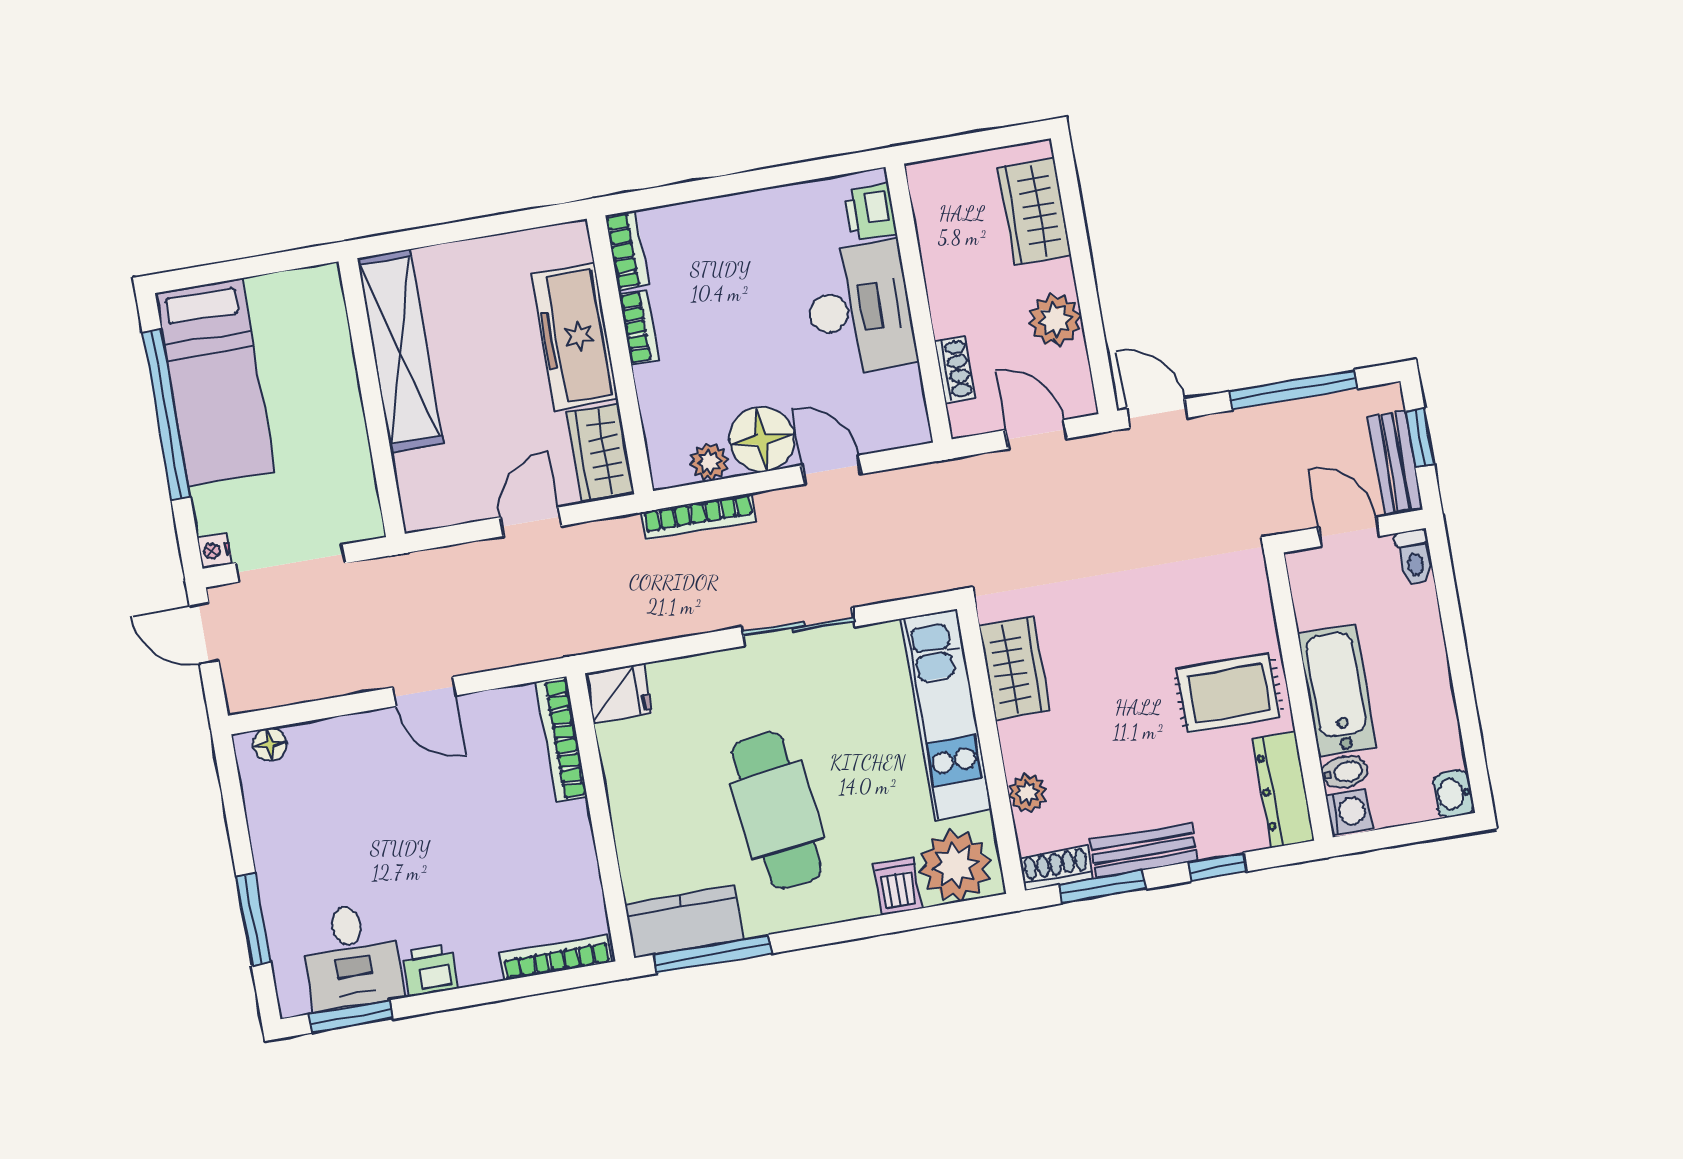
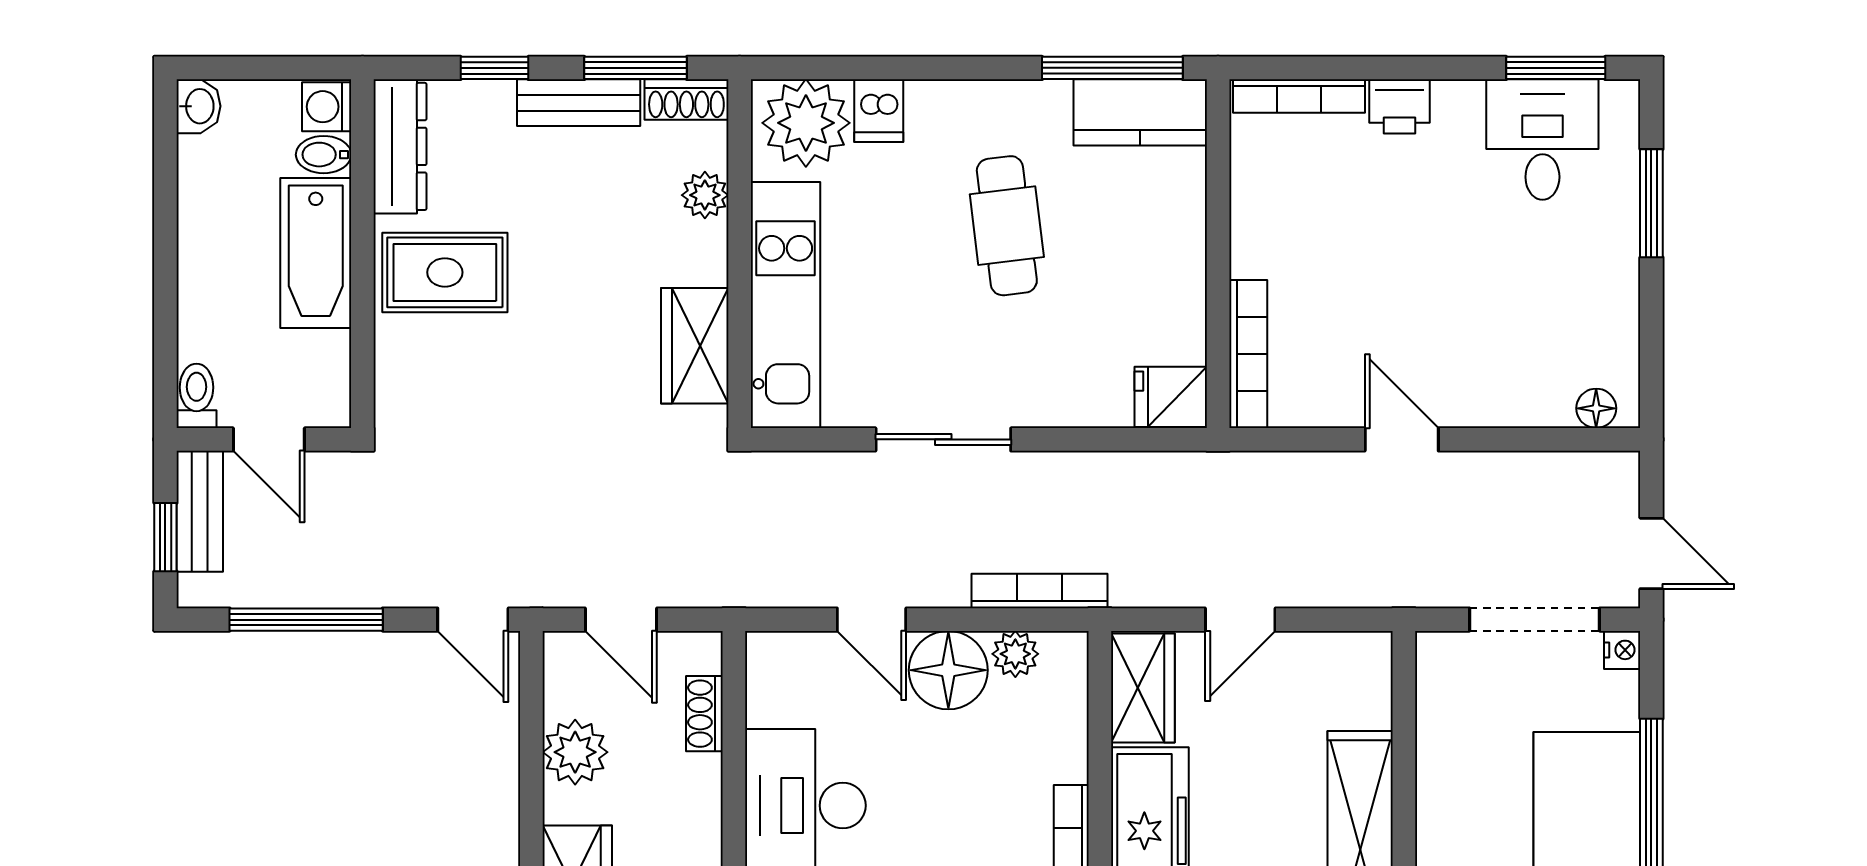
cafe table: (777, 810) -> (1007, 226), width x0.73, depth x0.74
printer: (430, 970) -> (1400, 106), moved

